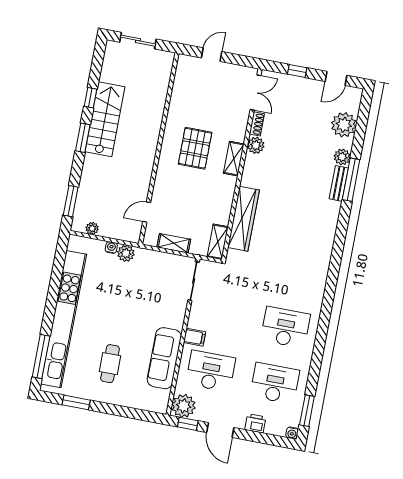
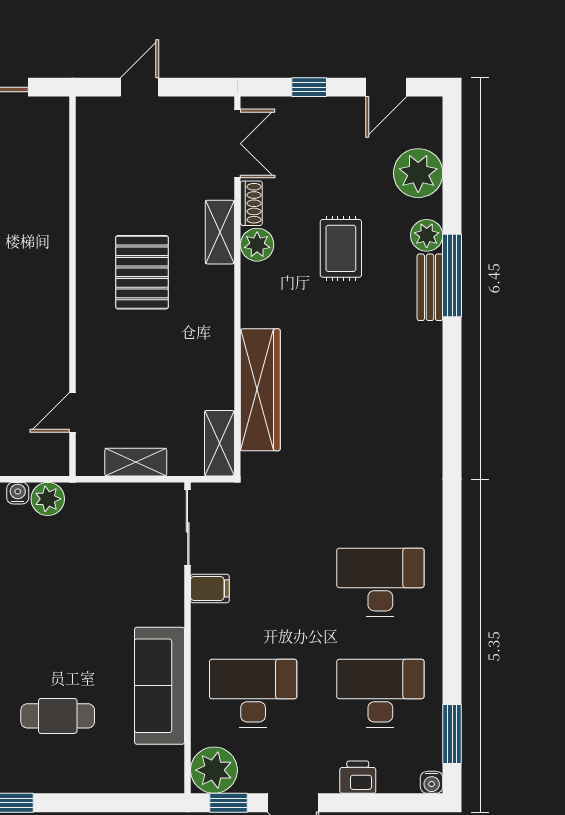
rug: (298, 155) -> (341, 248), added
shelving: (234, 159) -> (220, 232), moved
filing cabinet: (195, 337) -> (210, 588), moved
cafe table: (110, 364) -> (58, 716), turned 90

